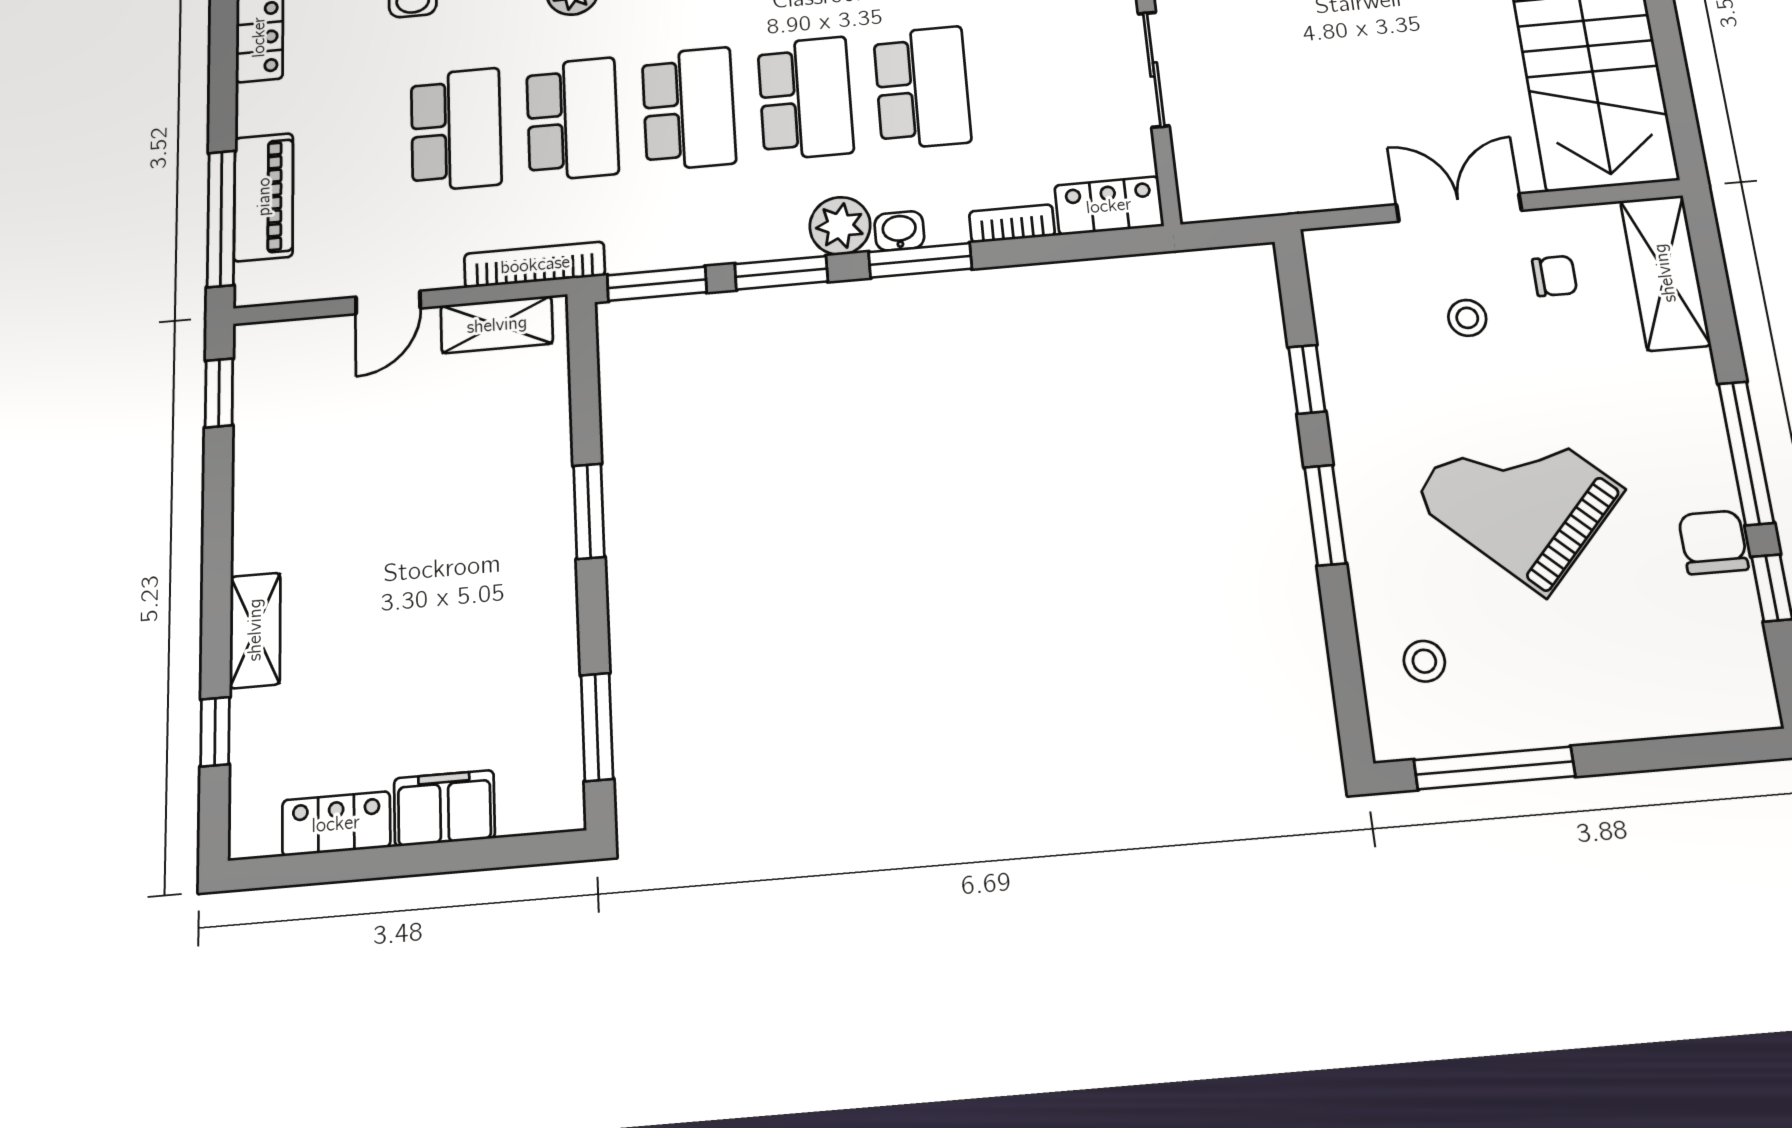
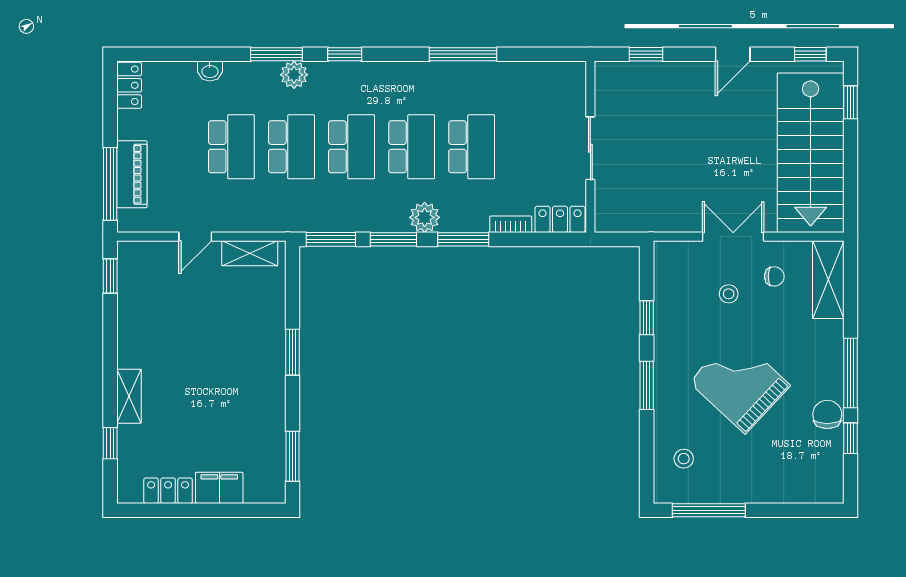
washbasin: (899, 231) -> (454, 223), removed
bookcase: (535, 265) -> (270, 224), removed

